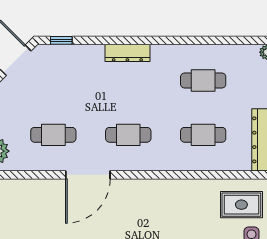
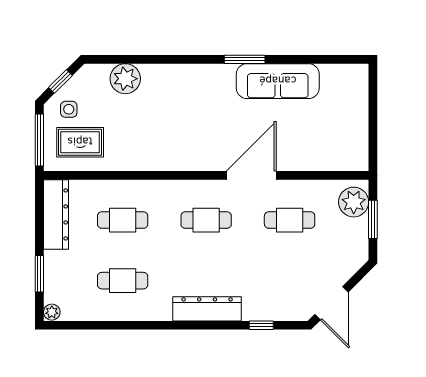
window: (61, 40) -> (261, 325), moved
dresser: (127, 53) -> (207, 309), width x1.37, depth x1.24

